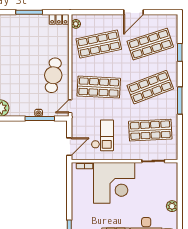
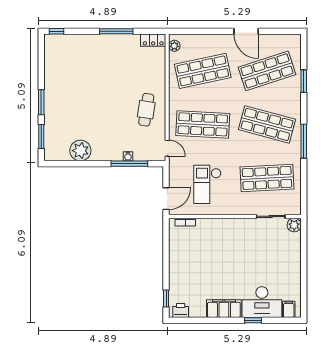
door: (133, 12) -> (246, 31), hinge flipped
cafe table: (53, 75) -> (146, 110), width x0.73, depth x0.74
shop shelf: (150, 87) -> (267, 124), turned 36
door: (70, 106) -> (167, 148), swing flipped
checkout: (102, 135) -> (207, 184), turned 180
corner desk: (114, 183) -> (222, 244), removed
plant: (172, 206) -> (294, 225), moved

